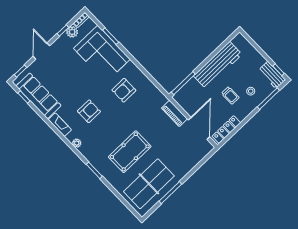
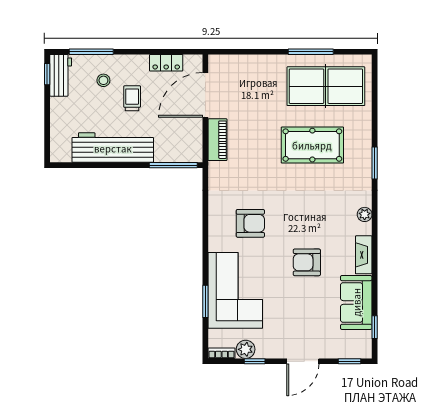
sofa: (39, 96) -> (356, 302), width x0.73
armchair: (89, 111) -> (307, 262), moved
locker: (226, 130) -> (166, 63), width x0.66

